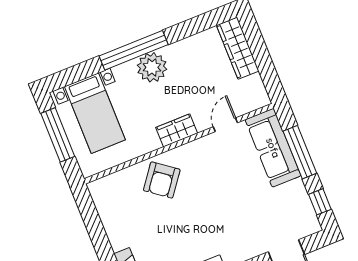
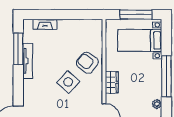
plant: (152, 67) -> (157, 104), moved, width x0.53, depth x0.53
side table: (203, 197) -> (68, 82), added

